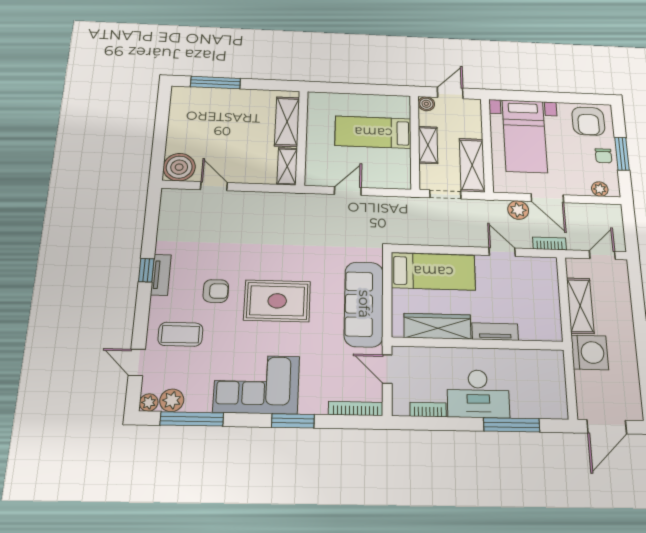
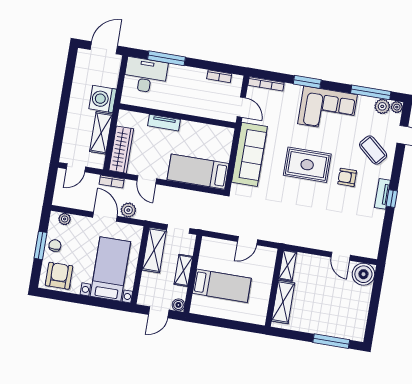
wardrobe: (437, 326) -> (121, 150), moved, turned -90
coffee table: (180, 334) -> (373, 150), turned 41
desk: (478, 394) -> (146, 75), moved

